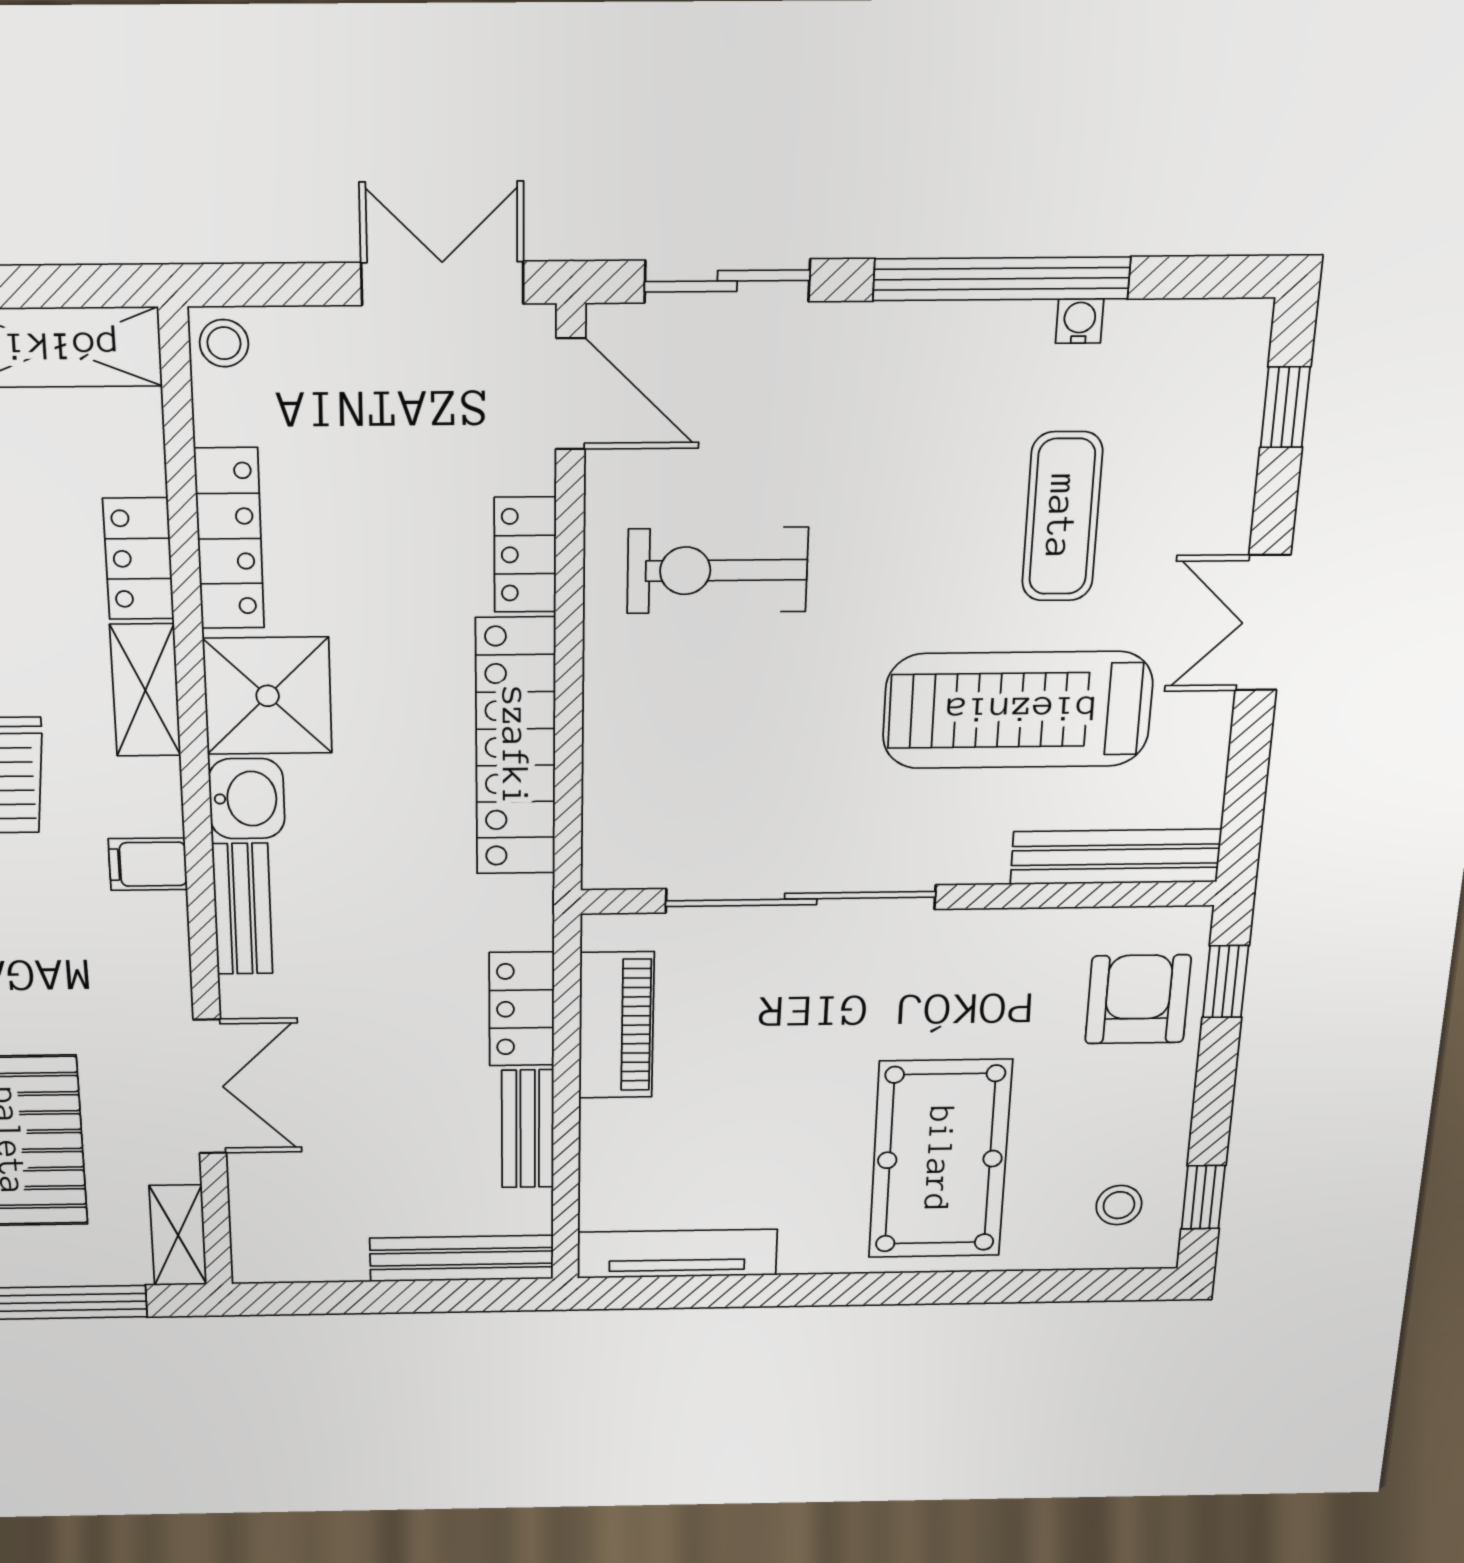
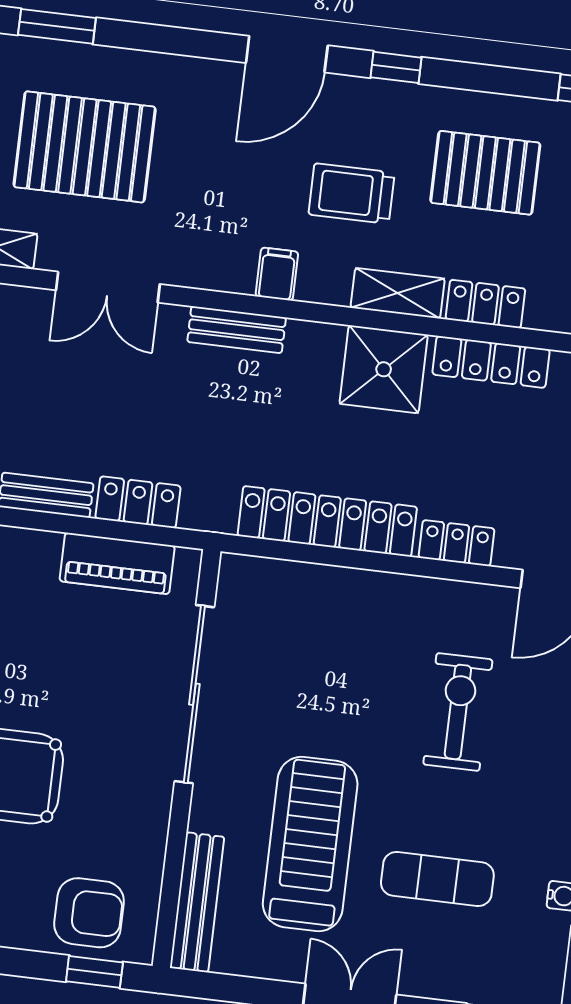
exercise bike: (717, 570) -> (458, 712), moved
washbasin: (247, 799) -> (315, 345), removed

